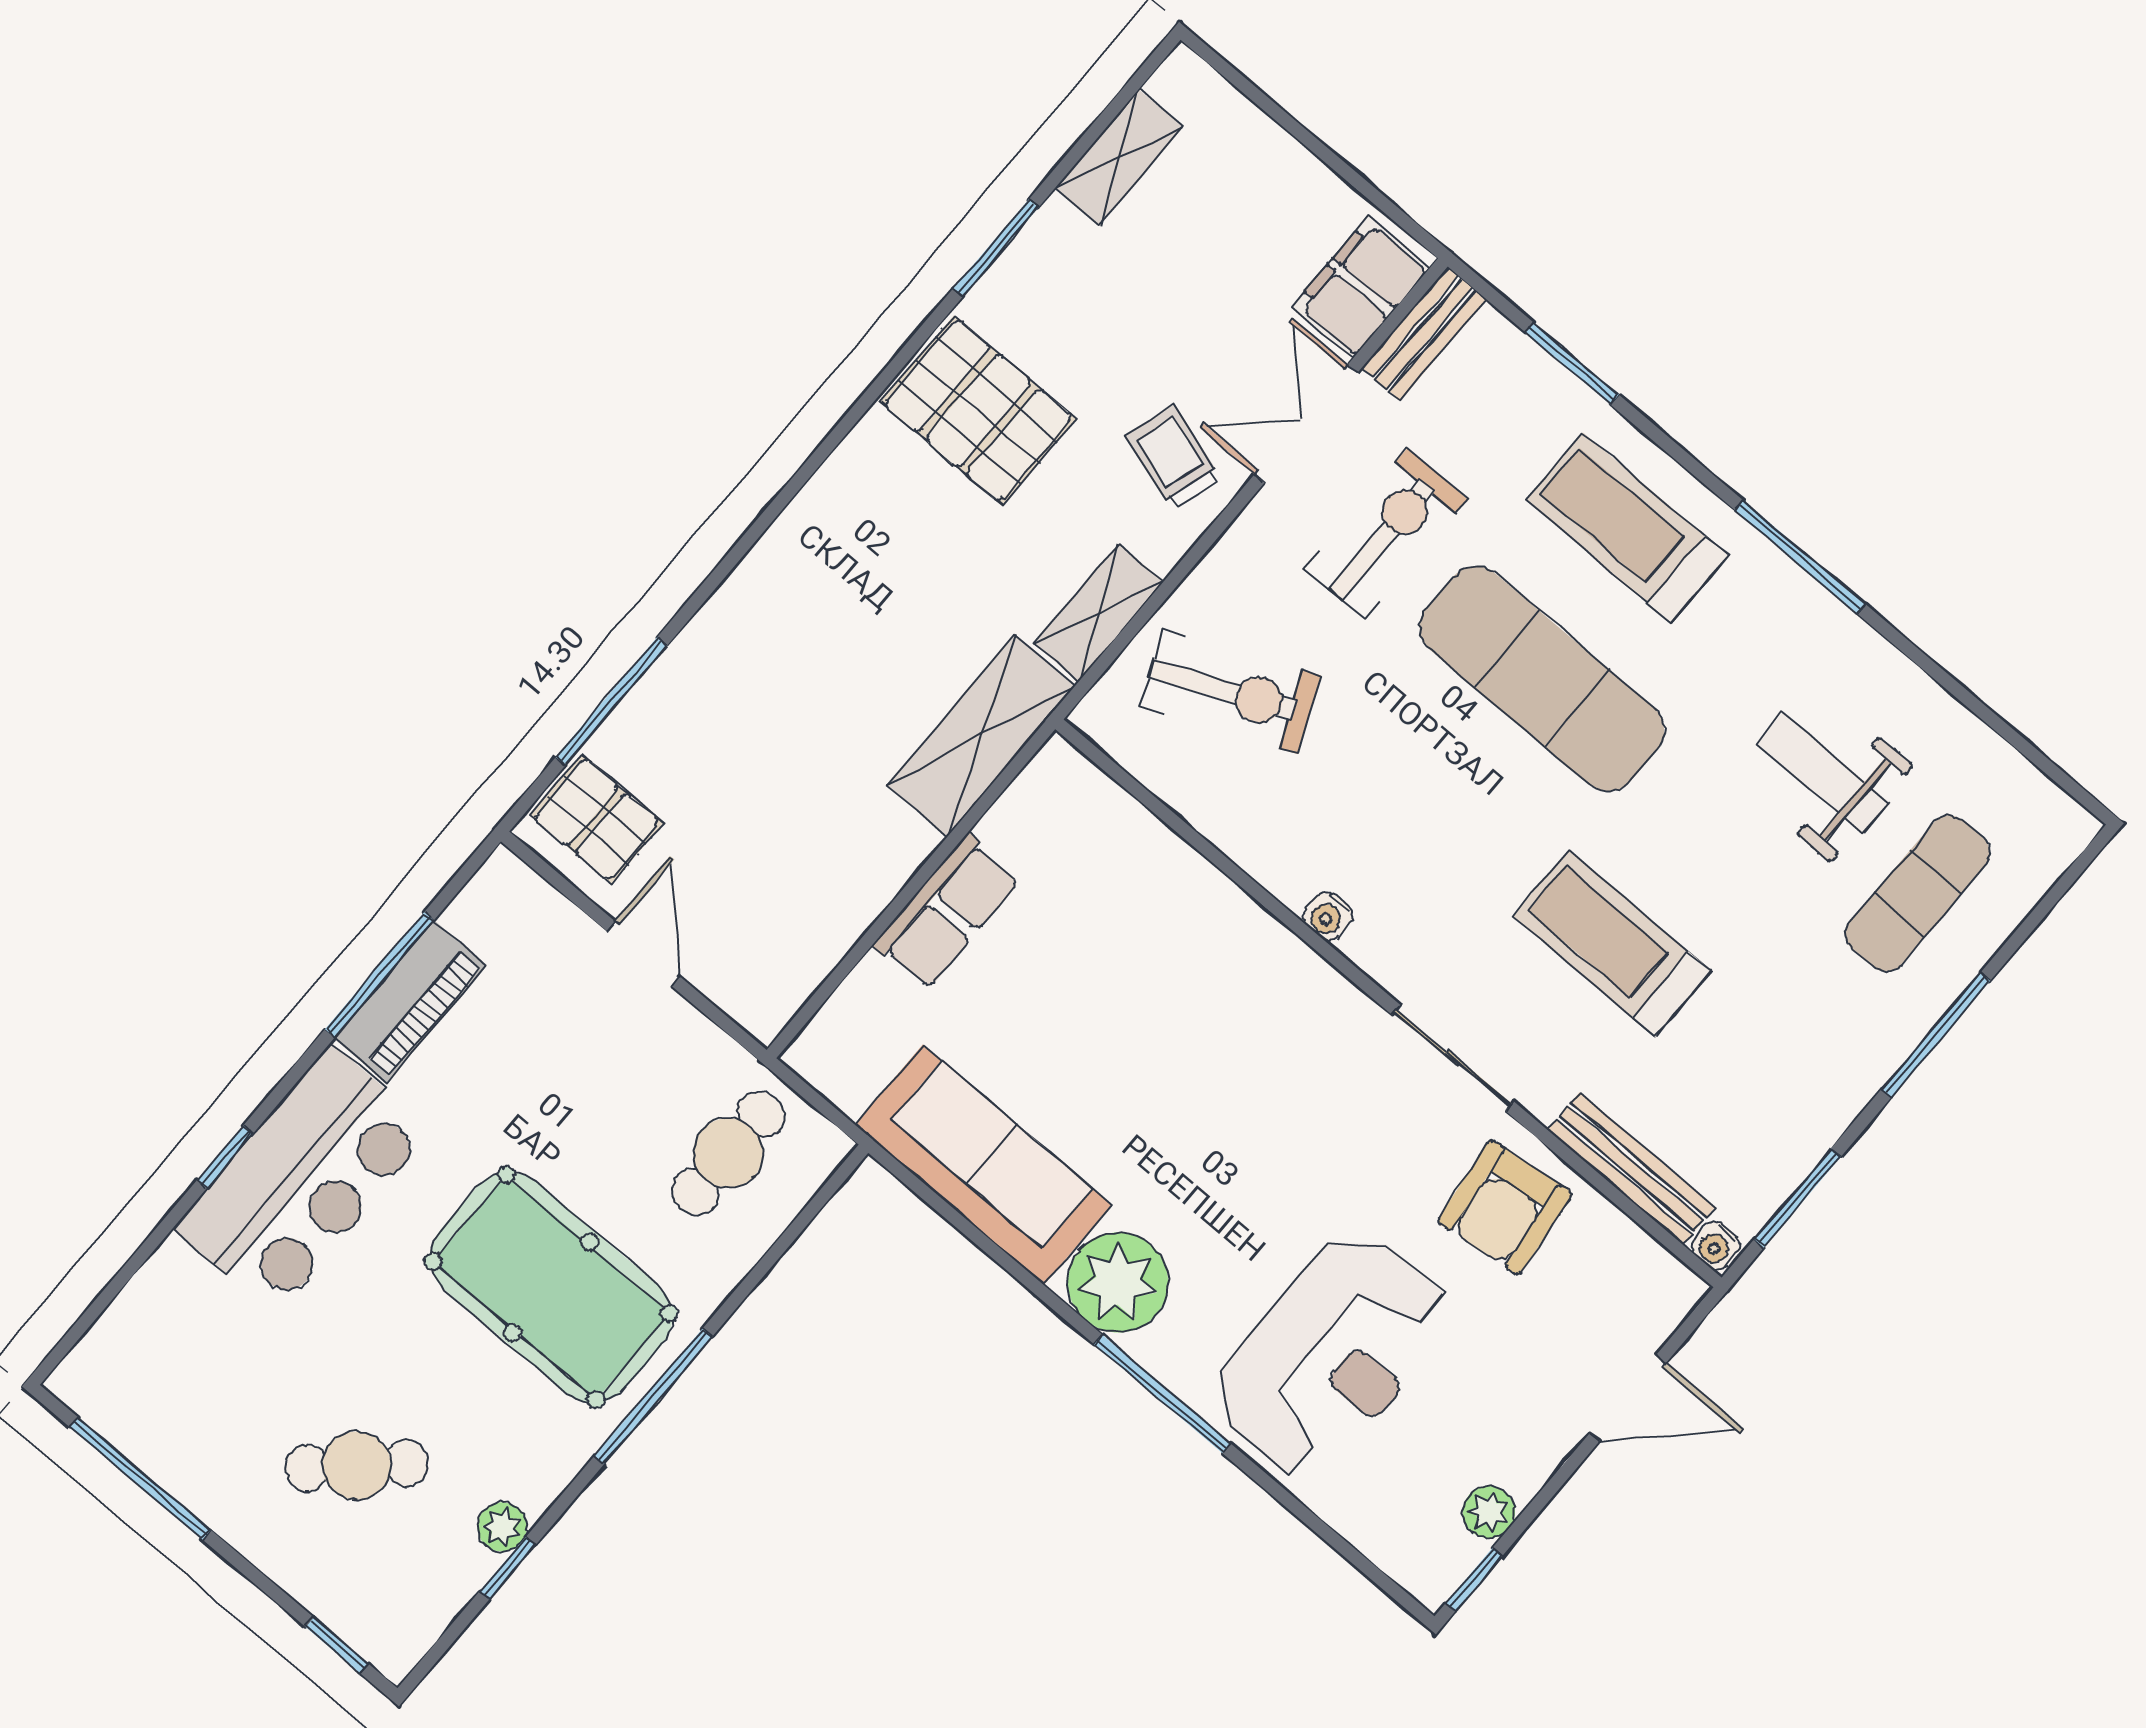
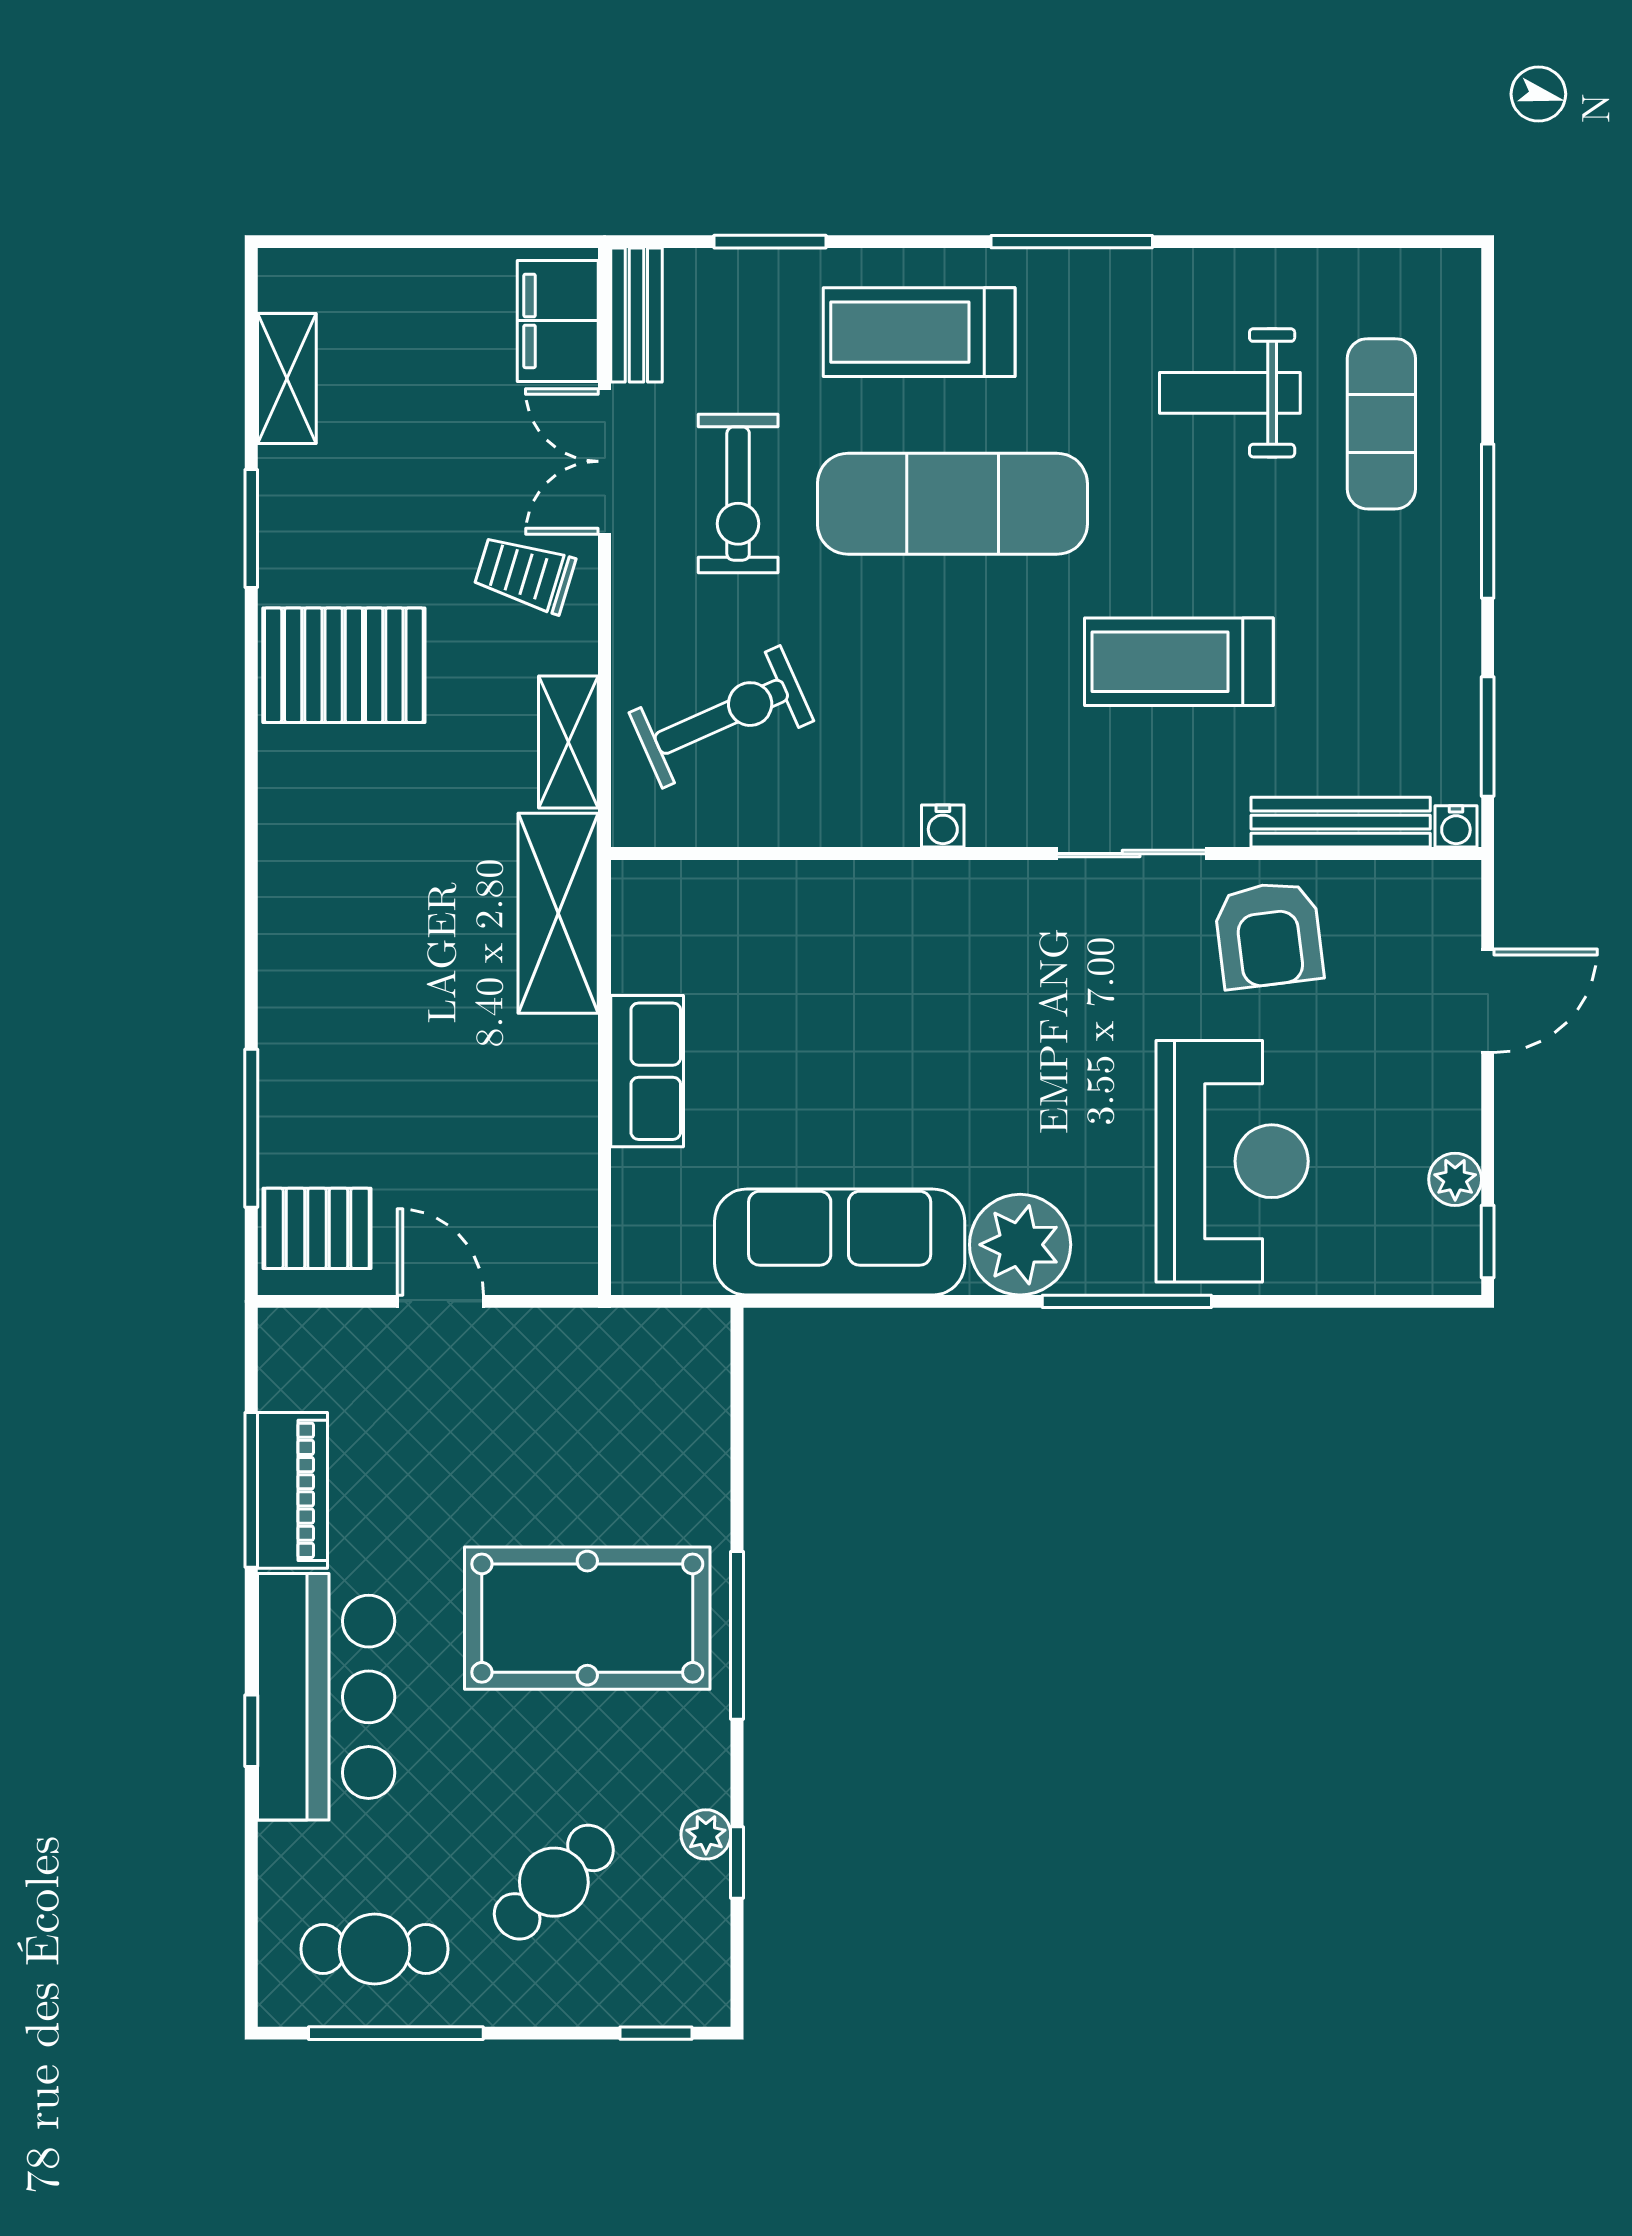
exercise bike: (1386, 534) -> (738, 494), turned 180
cafe table: (728, 1153) -> (375, 1949), moved, turned 90

